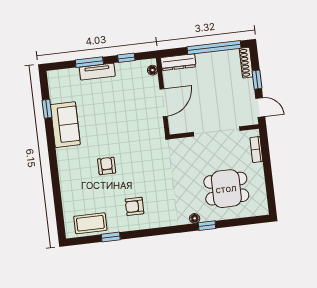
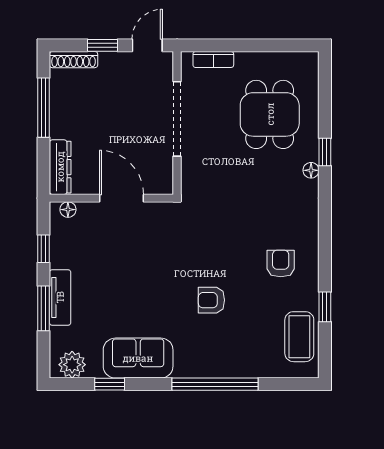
window: (214, 47) -> (43, 108), width x0.68
plant: (56, 84) -> (72, 365), added
window: (55, 174) -> (215, 384), added
armchair: (134, 206) -> (281, 263), turned 180

